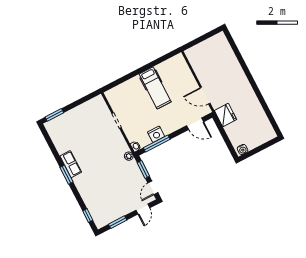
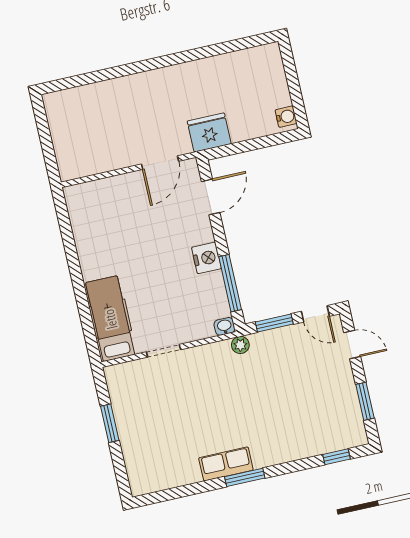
hospital bed: (155, 88) -> (110, 319), moved, turned -90
window: (54, 115) -> (110, 423), moved
nightstand: (156, 134) -> (206, 258), moved

